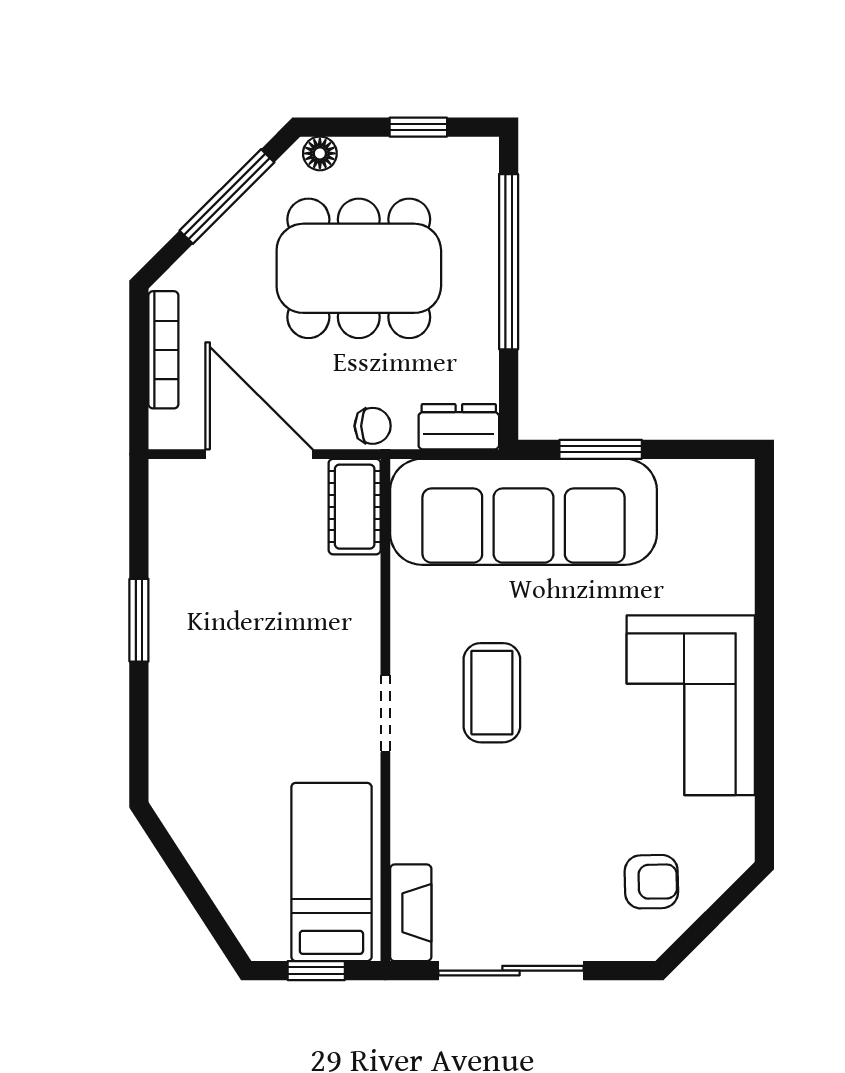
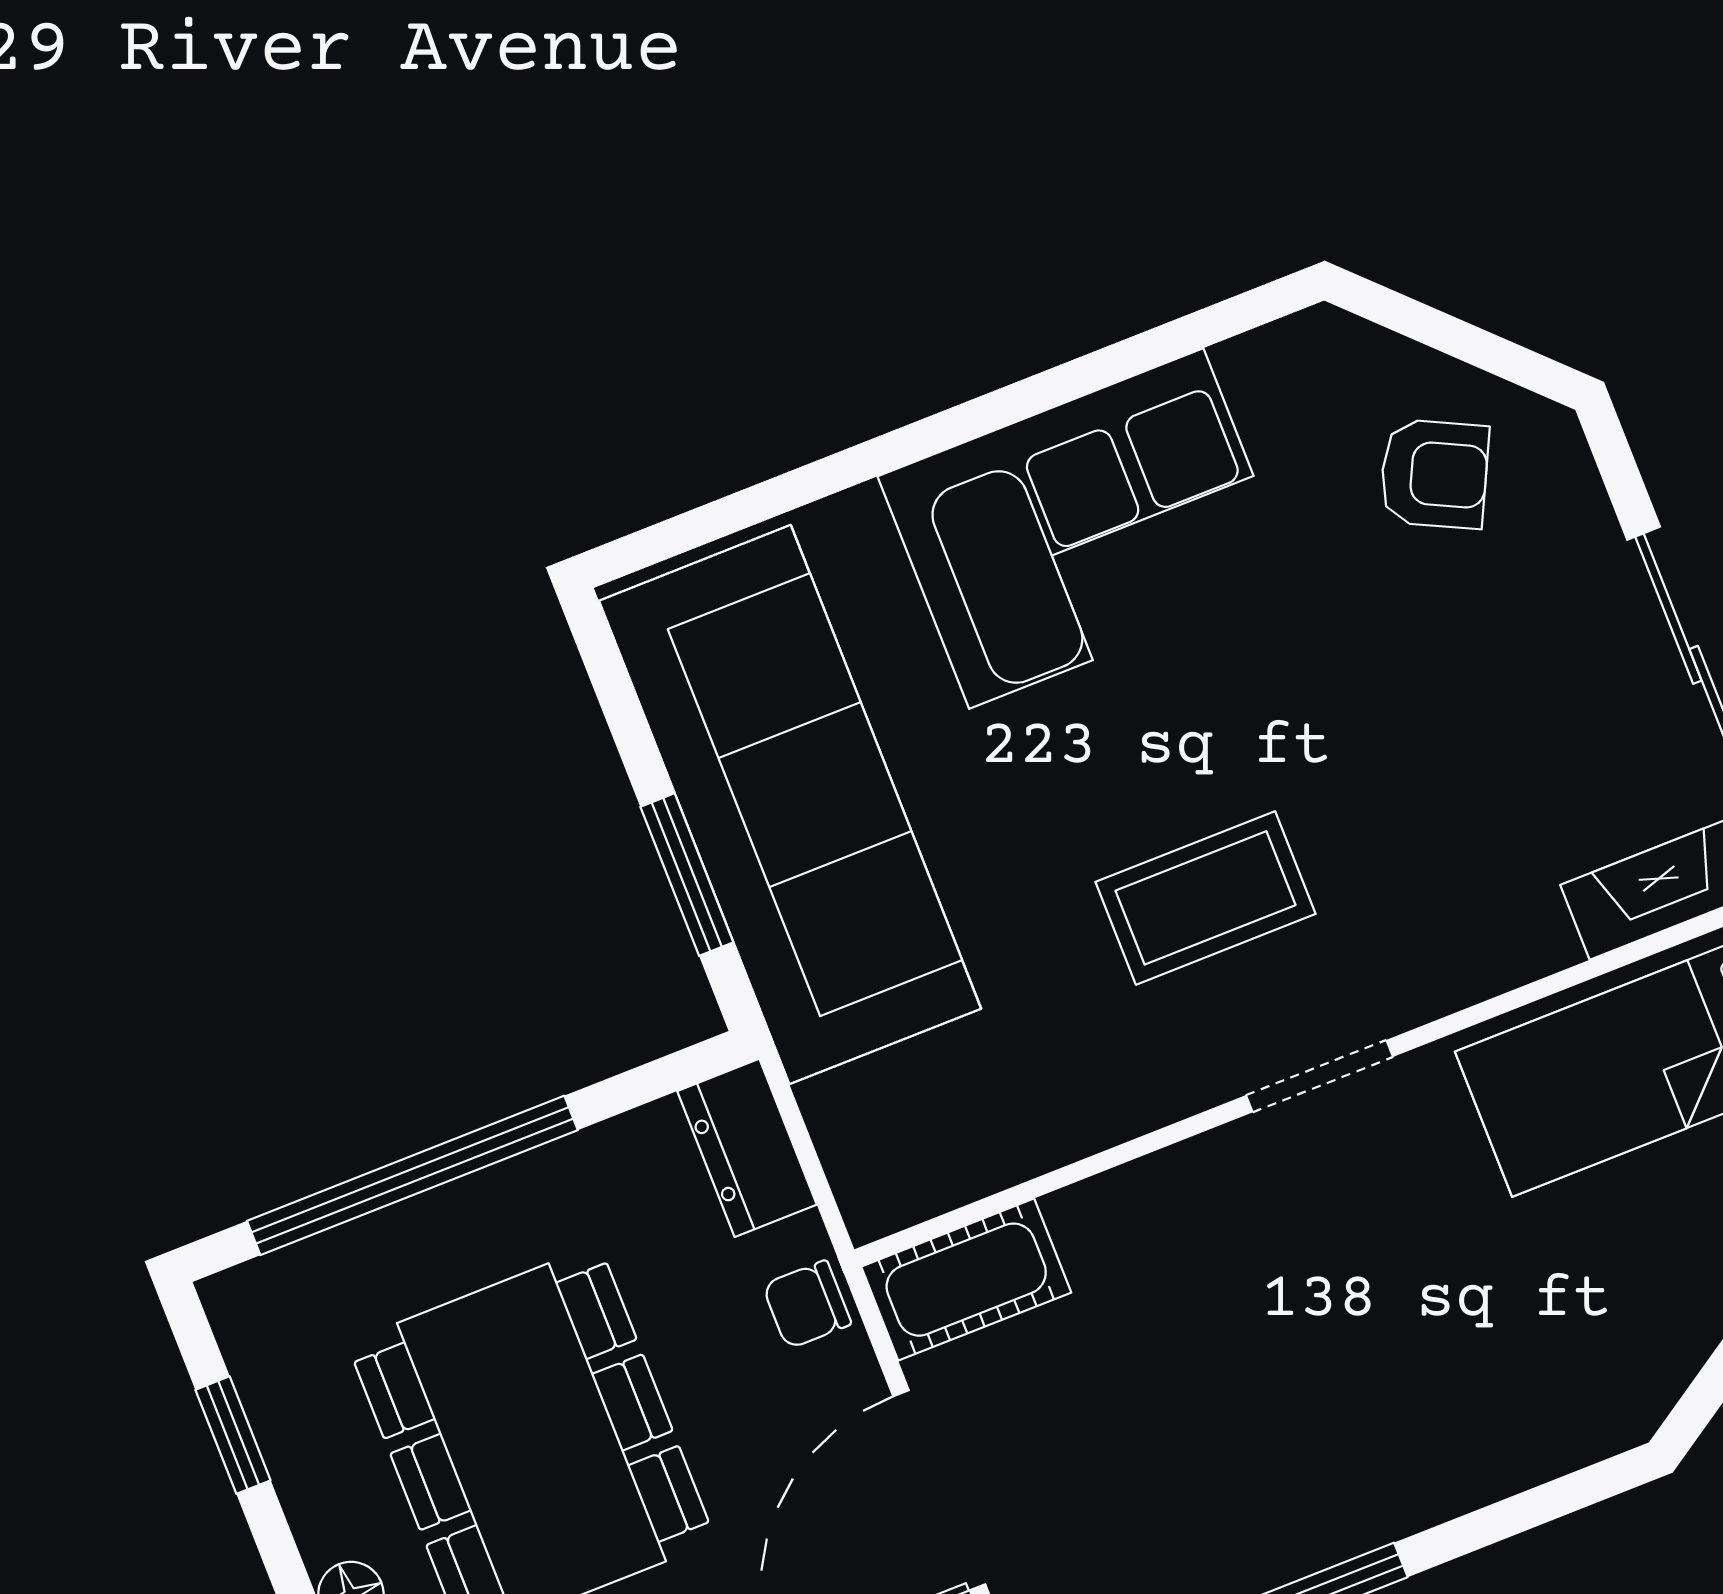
chair: (373, 426) -> (807, 1304), turned -90
sofa: (524, 512) -> (790, 805), moved
armchair: (651, 882) -> (1434, 474), turned 117

